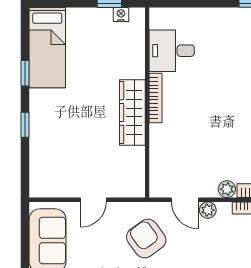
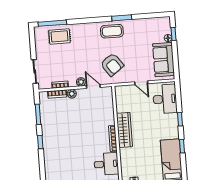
desk: (51, 165) -> (165, 99), added
door: (93, 200) -> (141, 83), swing flipped

